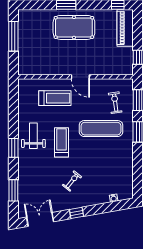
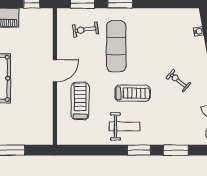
weight bench: (33, 136) -> (125, 126), turned 180
treadmill: (61, 142) -> (133, 93), turned 180
window: (13, 190) -> (176, 150), moved

